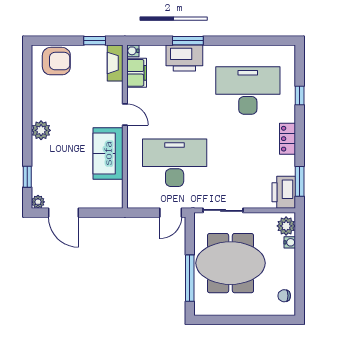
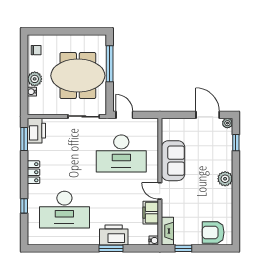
filing cabinet: (137, 73) -> (151, 213), moved
door: (171, 213) -> (124, 115), hinge flipped
plant: (286, 226) -> (35, 79), moved

